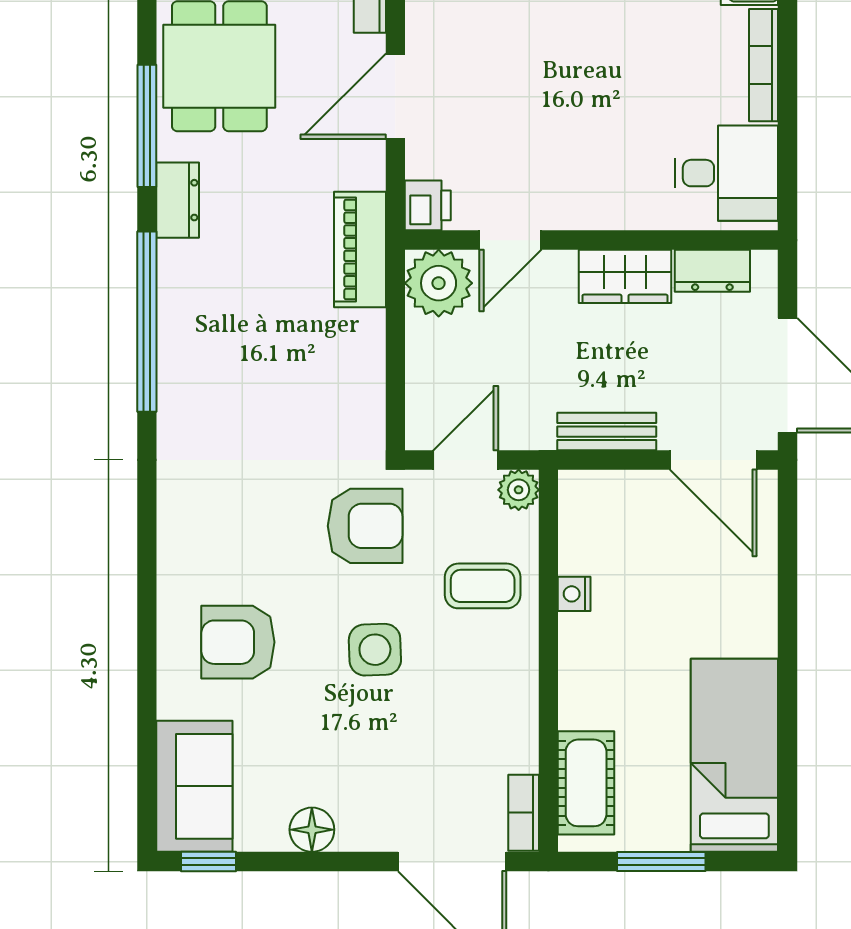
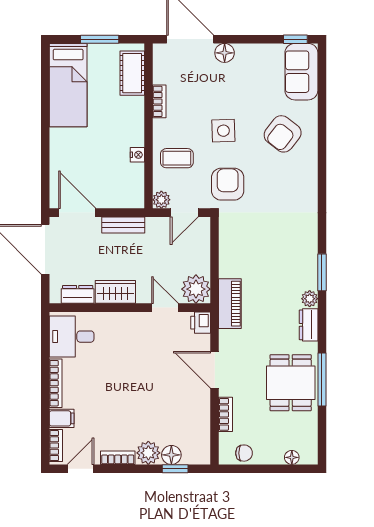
door: (395, 96) -> (215, 370), swing flipped
window: (147, 126) -> (322, 380), moved
door: (510, 240) -> (165, 308), hinge flipped
plant: (175, 261) -> (310, 299), added
window: (147, 322) -> (322, 272), width x0.47
armchair: (365, 526) -> (228, 184), turned 90
armchair: (238, 642) -> (283, 134), turned 128
bookcase: (524, 813) -> (159, 101), moved
floor lamp: (312, 830) -> (225, 53), moved

